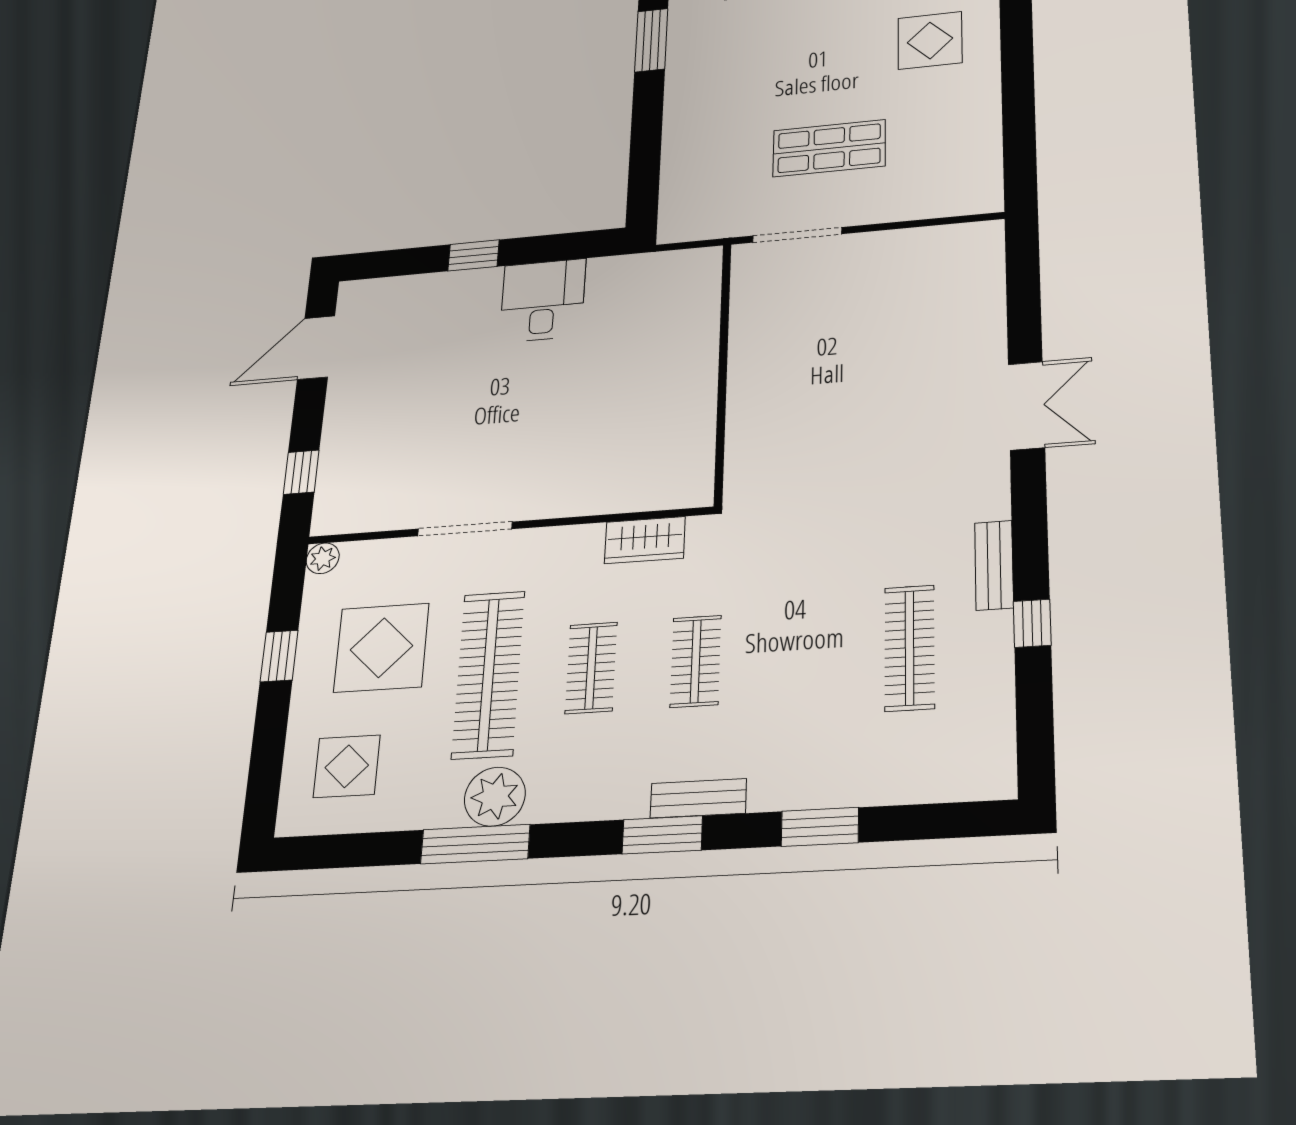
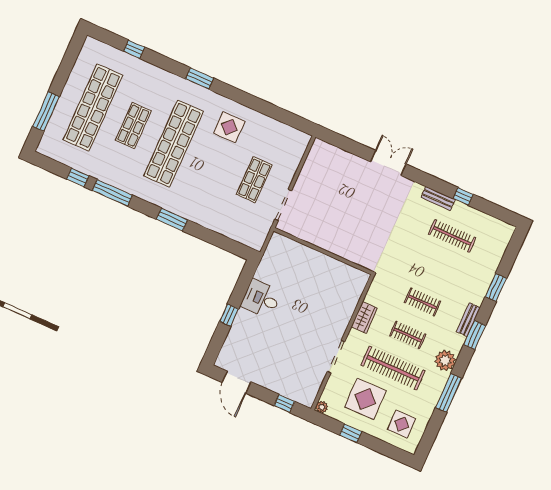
wardrobe: (645, 540) -> (364, 317), moved
plant: (495, 797) -> (445, 361), moved

